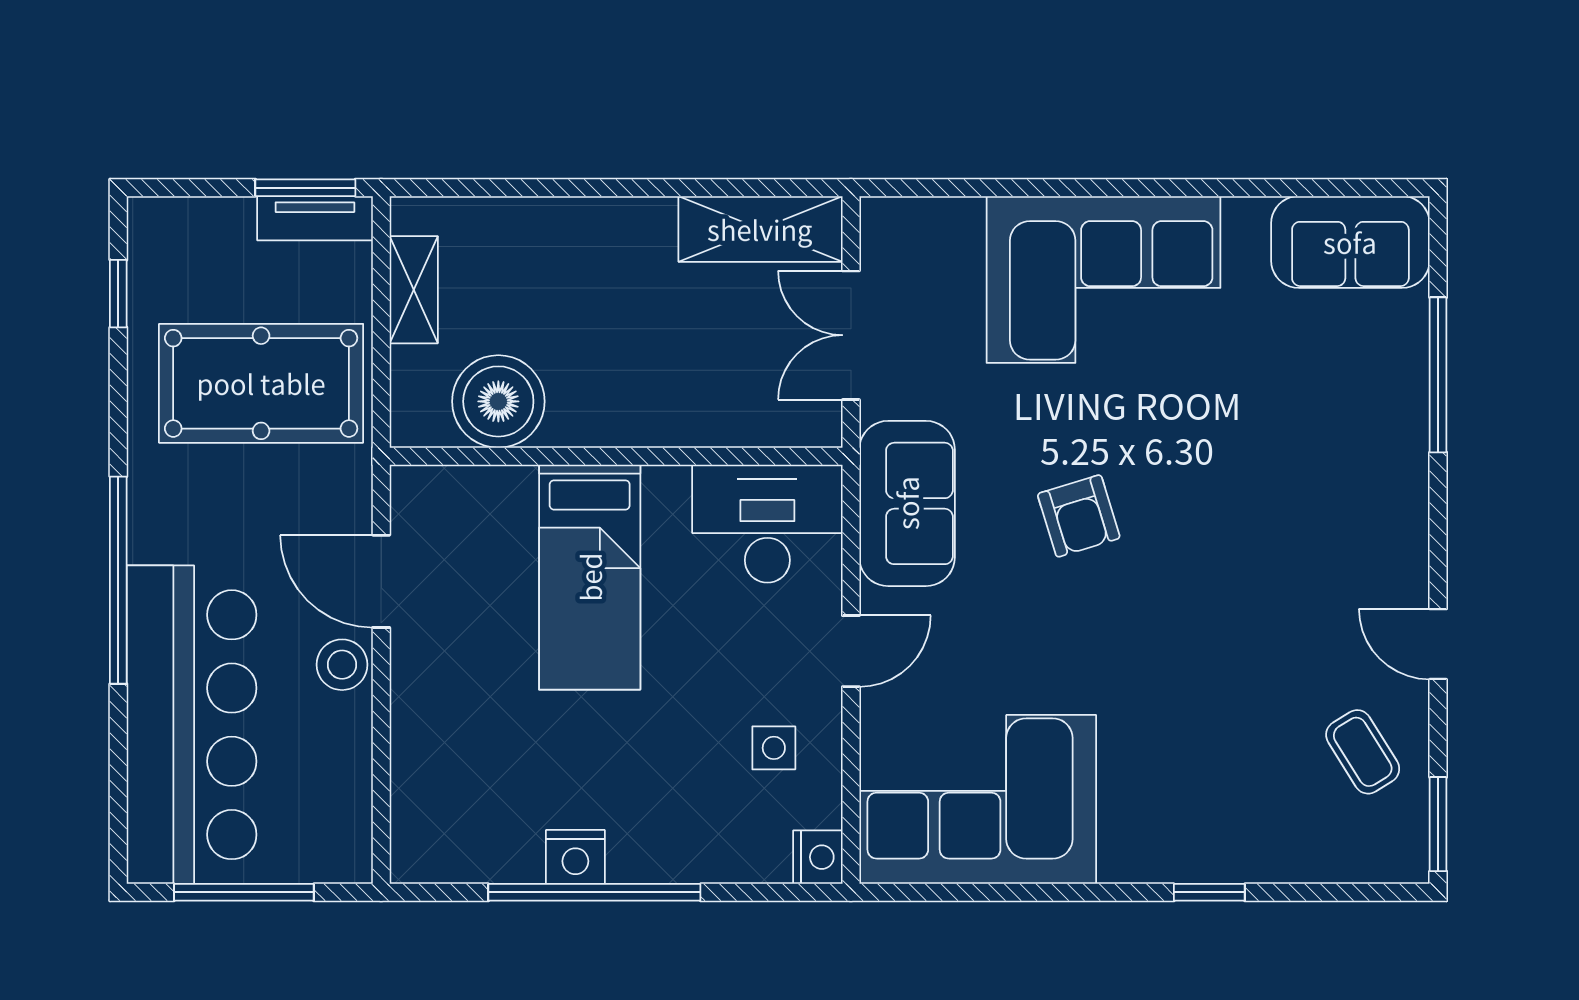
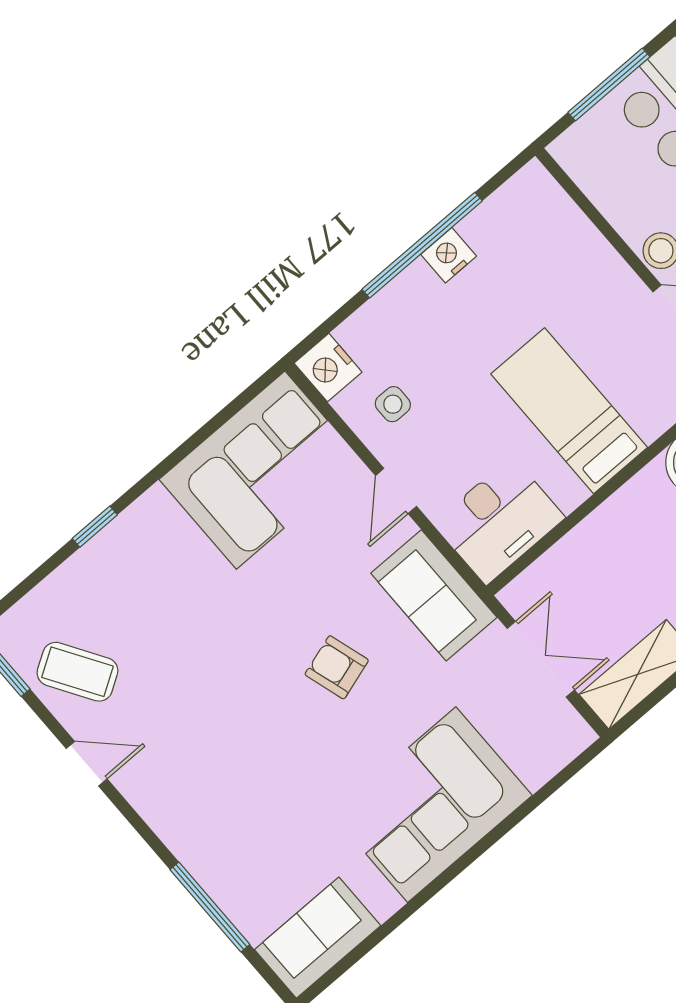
coffee table: (1363, 752) -> (77, 672), width x1.36, depth x1.30
nightstand: (818, 857) -> (328, 368), width x1.36, depth x1.33

